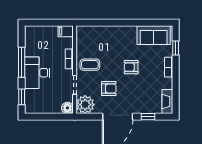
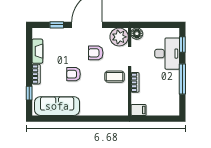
sofa: (154, 35) -> (57, 106), width x1.36
armchair: (131, 67) -> (74, 74), turned 180
desk: (37, 73) -> (167, 54), moved
fireplace: (167, 102) -> (37, 51), moved

